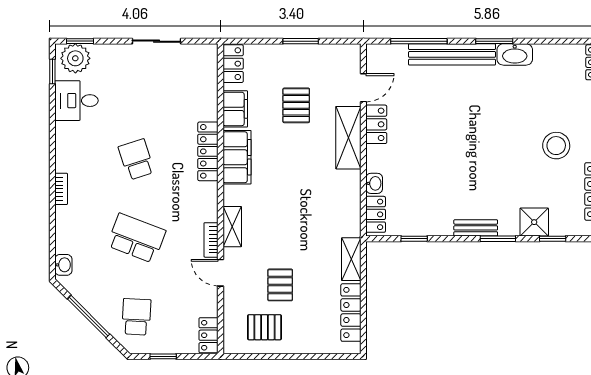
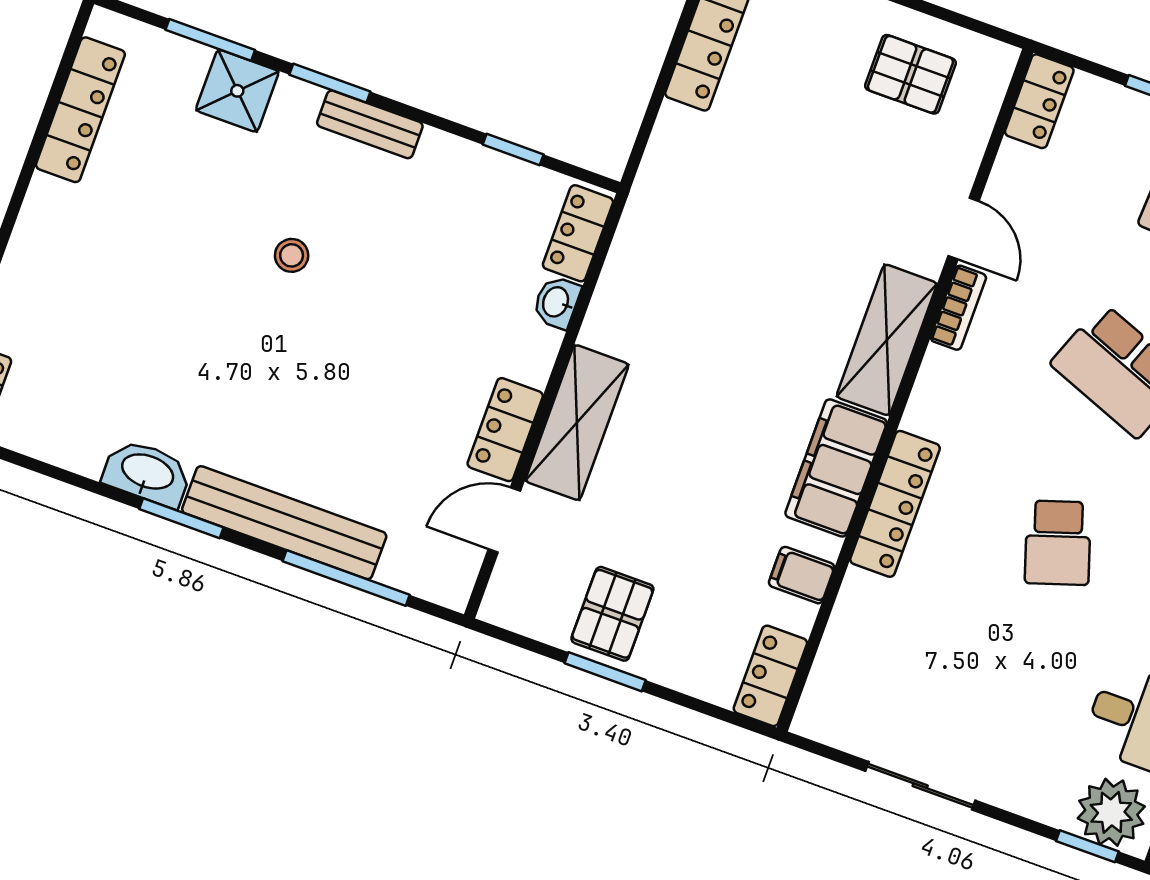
pallet: (296, 105) -> (612, 614), moved
filing cabinet: (235, 109) -> (802, 575), width x0.50
stool: (556, 146) -> (292, 255), moved, width x0.53, depth x0.53
shelving: (232, 227) -> (887, 340), width x1.50, depth x1.33
window: (553, 239) -> (210, 40), width x1.50
shelving: (351, 259) -> (667, 155), removed
pallet: (280, 285) -> (843, 154), removed

